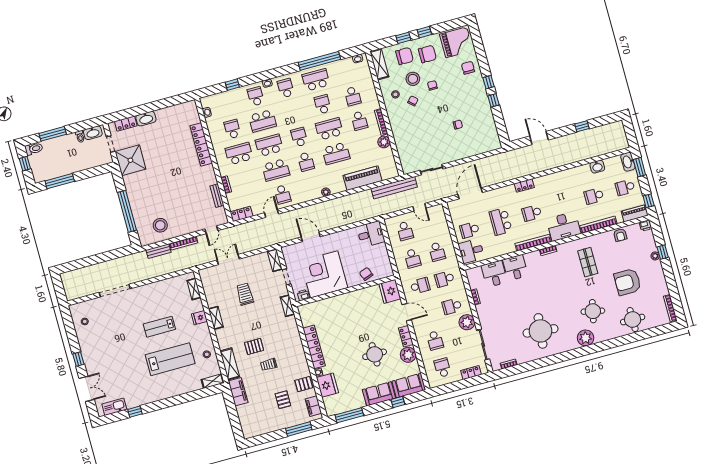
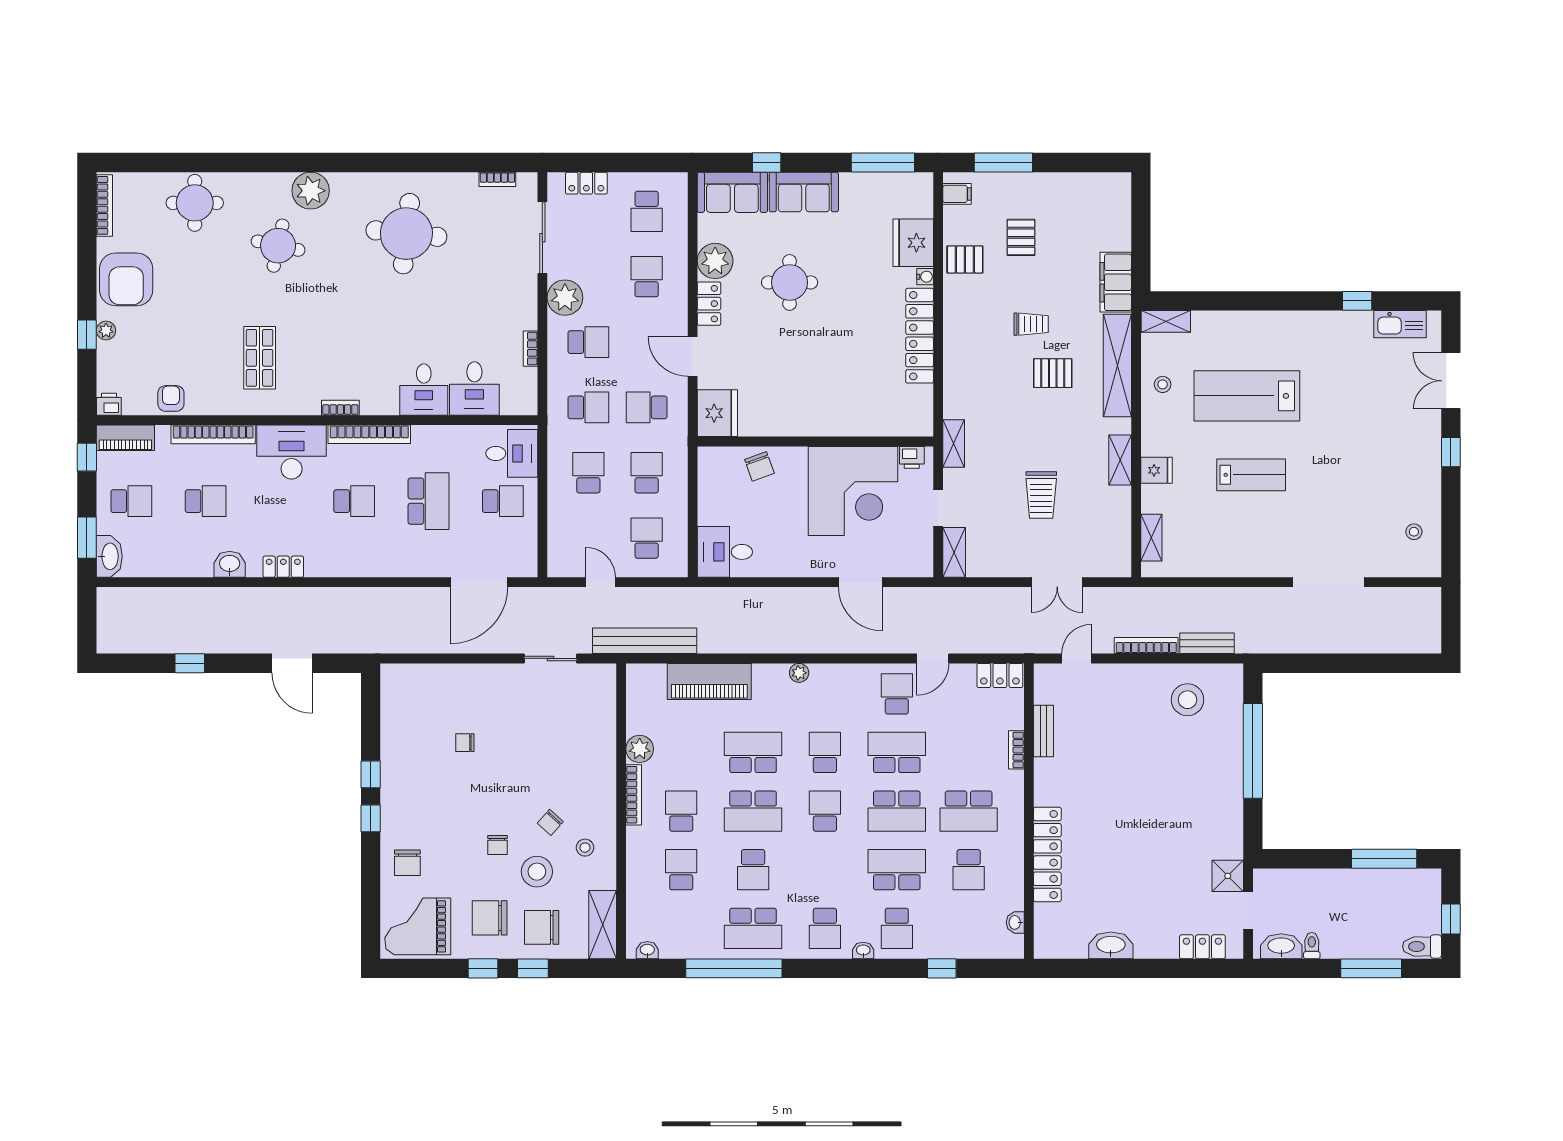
washbasin: (146, 119) -> (1111, 945), moved
school desk: (299, 137) -> (825, 811), turned 180
shower: (130, 160) -> (1228, 876), width x0.54, depth x0.54
washbasin: (597, 167) -> (230, 564), moved
locker: (524, 186) -> (283, 567), moved
armchair: (627, 282) -> (126, 279), moved, turned 90
shelving: (230, 364) -> (1117, 366), width x1.47
filing cabinet: (313, 406) -> (957, 194), width x0.50

